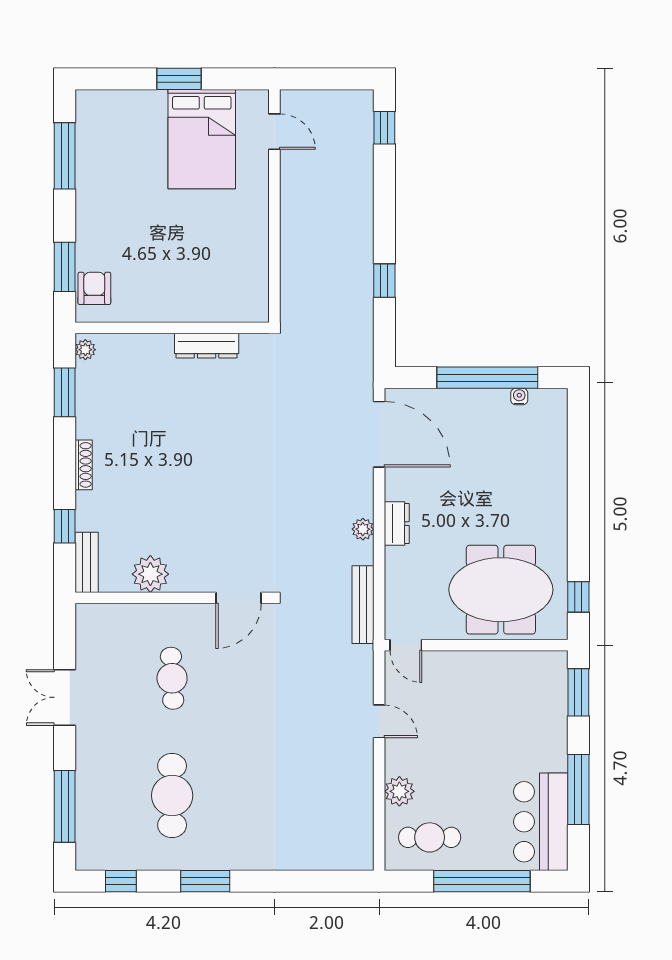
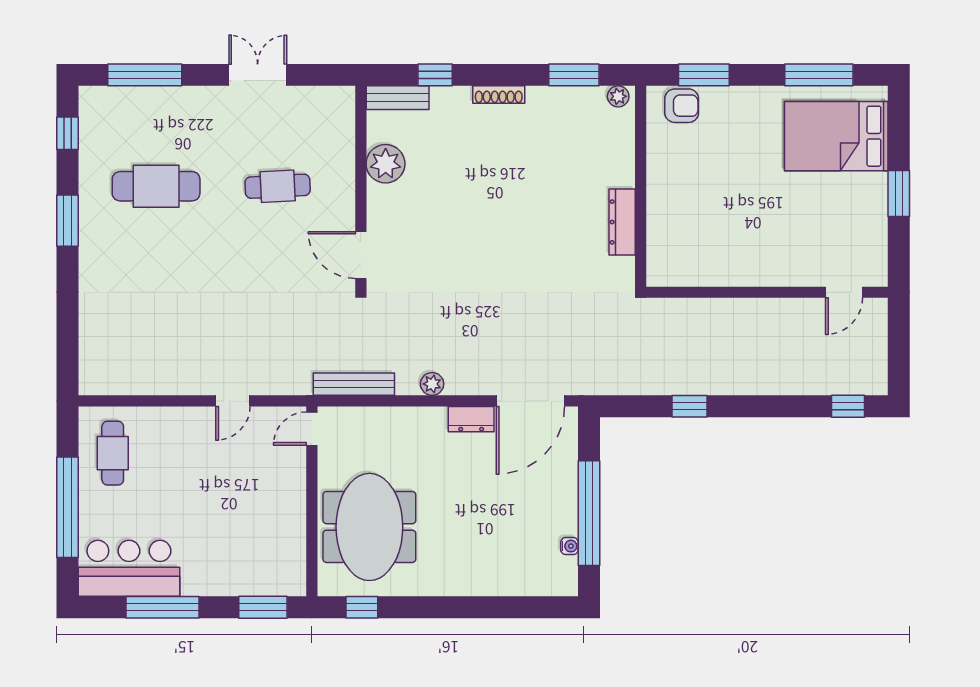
bed: (202, 139) -> (836, 136), moved
dresser: (397, 524) -> (471, 419), moved
plant: (399, 791) -> (160, 422), removed

